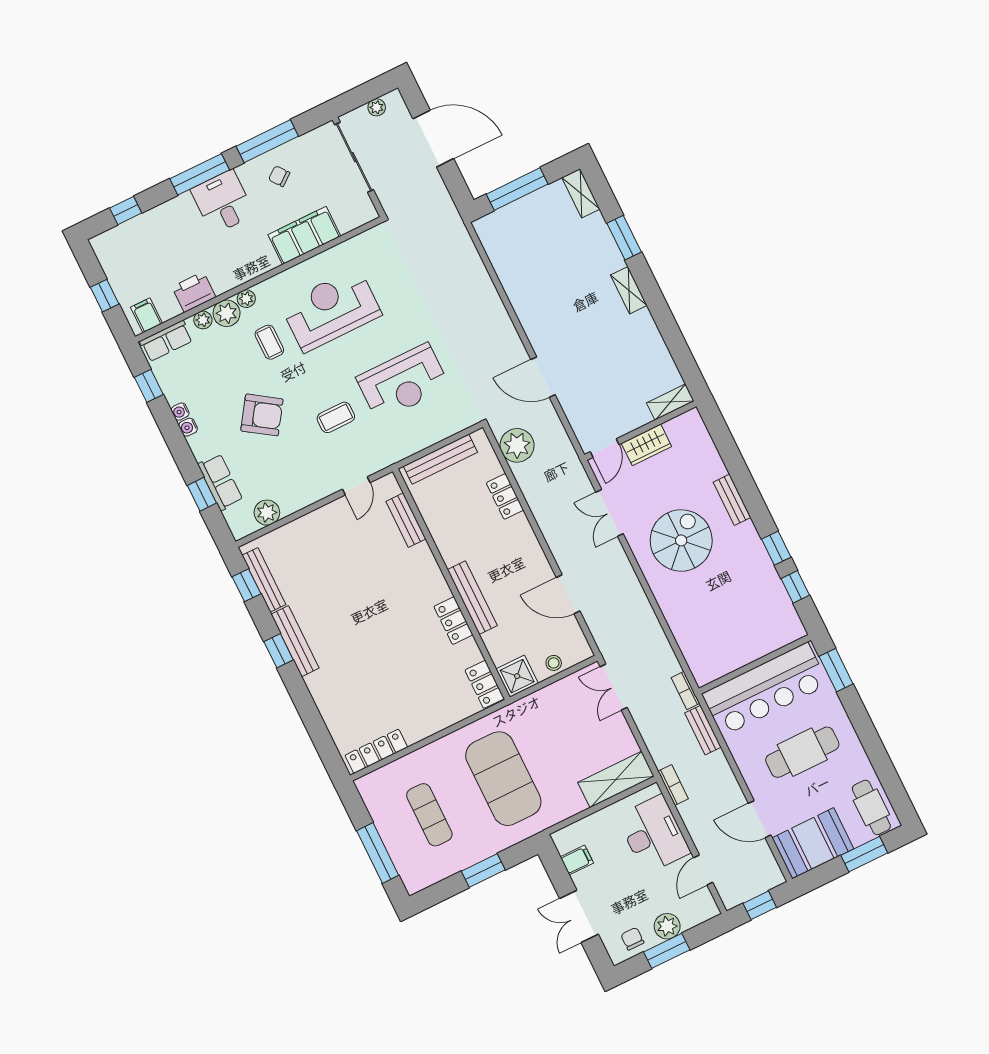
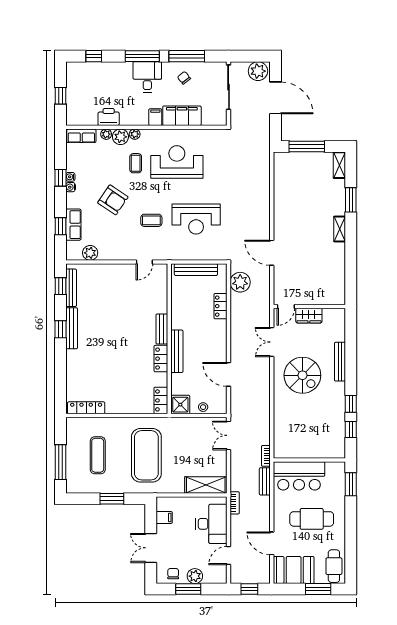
plant: (377, 107) -> (258, 71), width x1.87, depth x1.87
filing cabinet: (147, 315) -> (155, 117), moved
window: (149, 386) -> (60, 178), moved
shelving: (670, 402) -> (333, 299), removed
bench: (732, 500) -> (340, 362), width x1.36
bench: (406, 520) -> (162, 329), moved
spiral stairs: (681, 540) -> (302, 375), turned 90
bar counter: (765, 689) -> (299, 476), width x0.73

